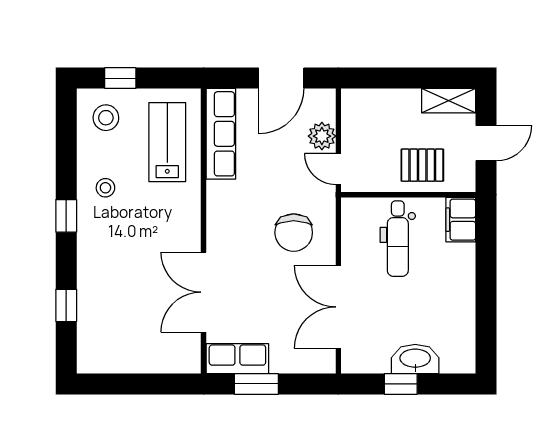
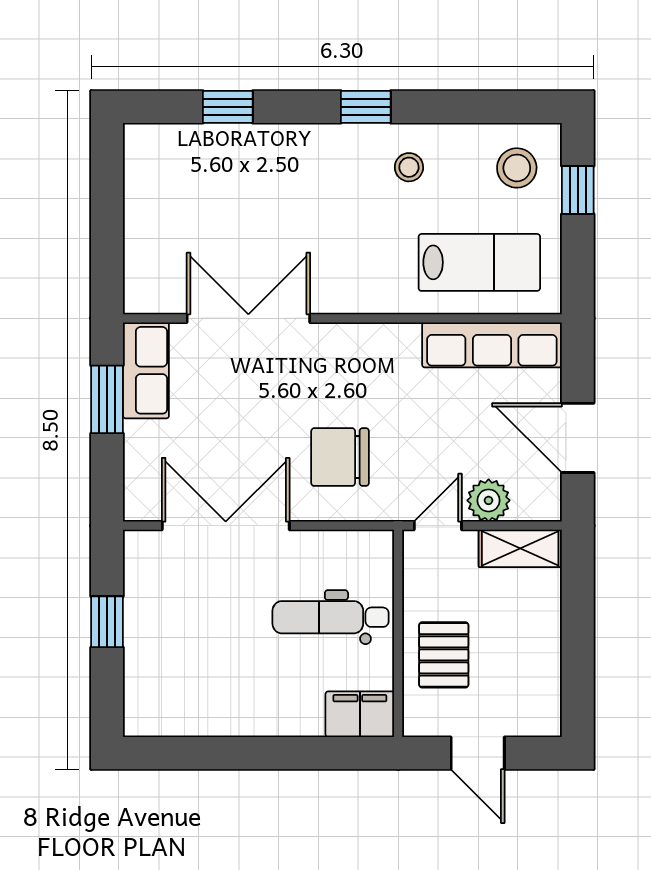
shelving: (449, 101) -> (520, 548), moved, turned 90
washbasin: (415, 359) -> (145, 644), removed

